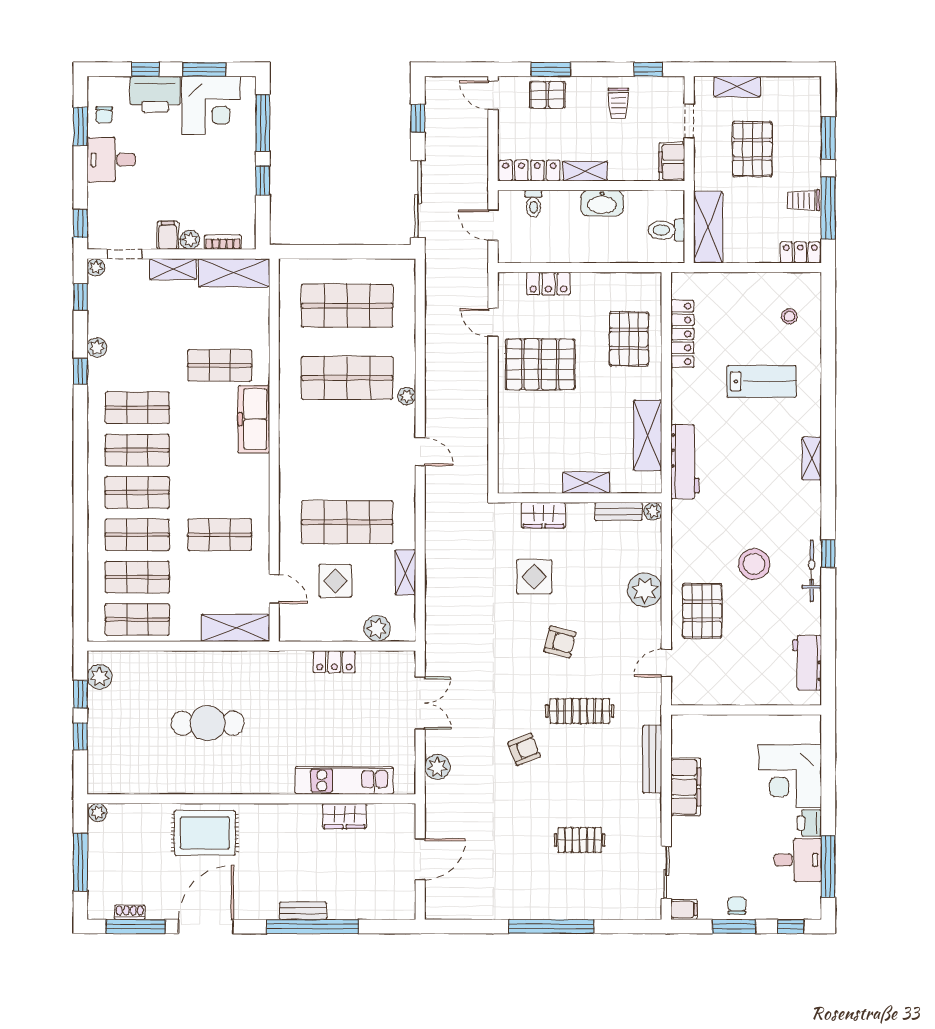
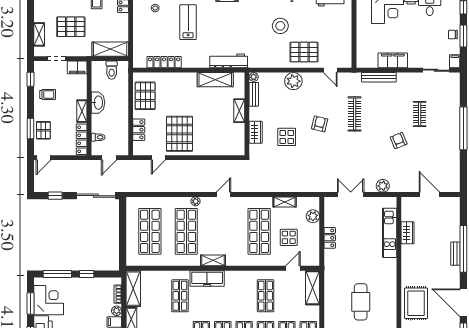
pallet: (629, 339) -> (145, 96), moved, turned 90
shelving: (290, 431) -> (213, 260), added
armchair: (524, 749) -> (399, 141), moved

